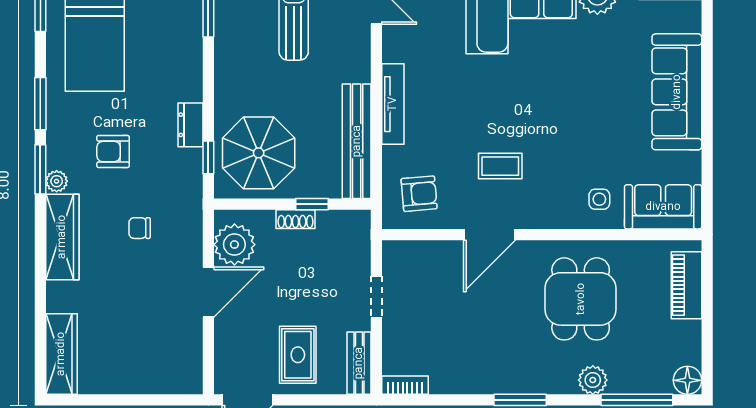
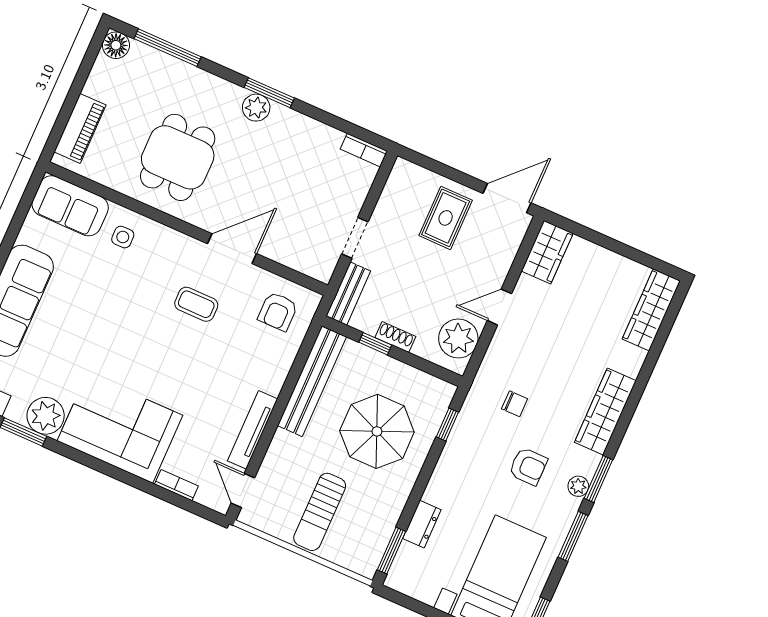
tv unit: (393, 104) -> (253, 430), moved
dresser: (190, 125) -> (422, 524), moved
parasol: (259, 153) -> (377, 431), moved
plant: (57, 181) -> (578, 486), moved
armchair: (419, 194) -> (278, 311), turned -85
chair: (140, 228) -> (515, 404), moved
door: (208, 292) -> (499, 307), width x0.73
bench: (359, 363) -> (348, 294), moved
wardrobe: (186, 365) -> (547, 252), added
plant: (593, 380) -> (256, 108), moved

